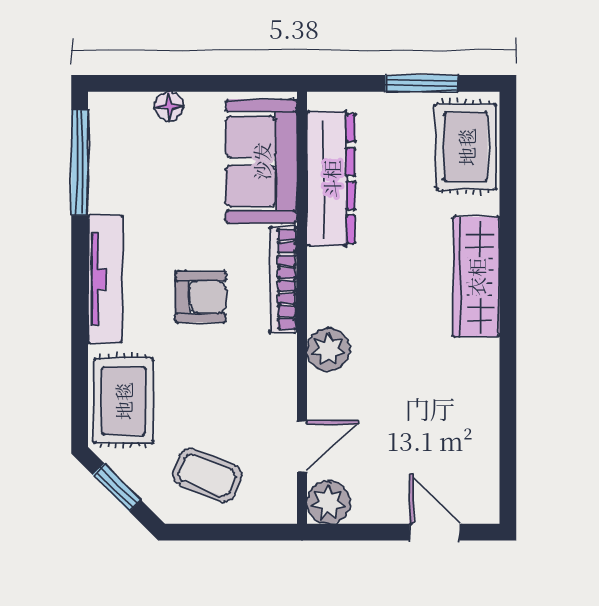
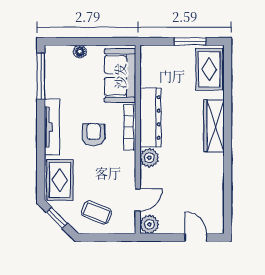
dresser: (331, 179) -> (150, 118), moved
armchair: (200, 297) -> (94, 135), turned -90

